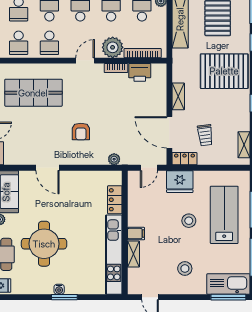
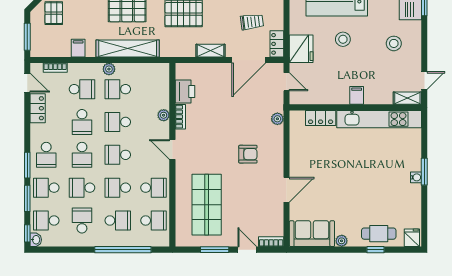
plant: (113, 47) -> (164, 115), width x0.53, depth x0.53
bookcase: (143, 53) -> (164, 88), removed
round table: (44, 244) -> (367, 193), removed
shelving: (133, 254) -> (407, 98), moved

